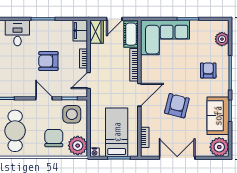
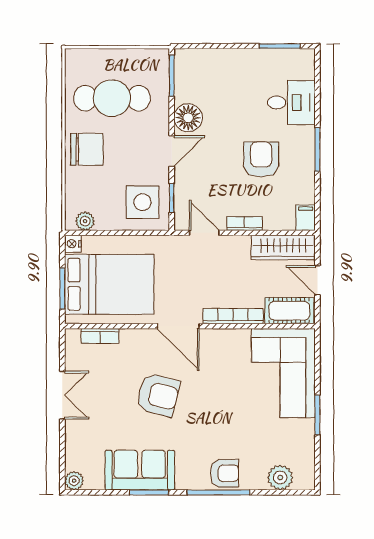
filing cabinet: (80, 31) -> (306, 218), width x0.50
wardrobe: (96, 32) -> (283, 247), width x1.50
armchair: (48, 61) -> (261, 159), moved
armchair: (208, 70) -> (224, 473), moved
floor lamp: (26, 89) -> (188, 118), added
bed: (117, 132) -> (109, 284), width x1.50
chair: (54, 138) -> (87, 149), moved
plant: (78, 146) -> (85, 221), width x0.53, depth x0.53
plant: (219, 147) -> (74, 481), width x0.53, depth x0.53
double door: (177, 158) -> (62, 395), width x0.73

